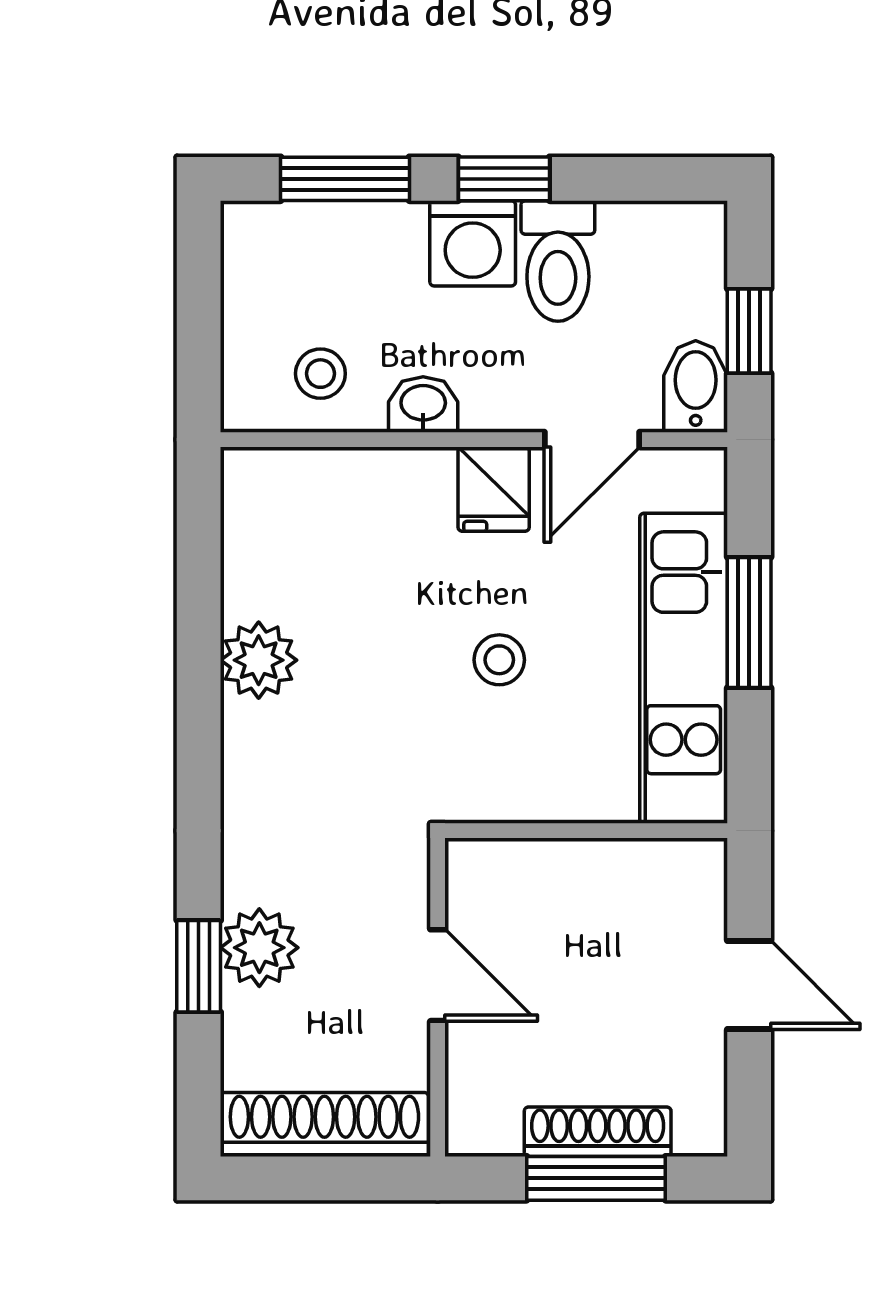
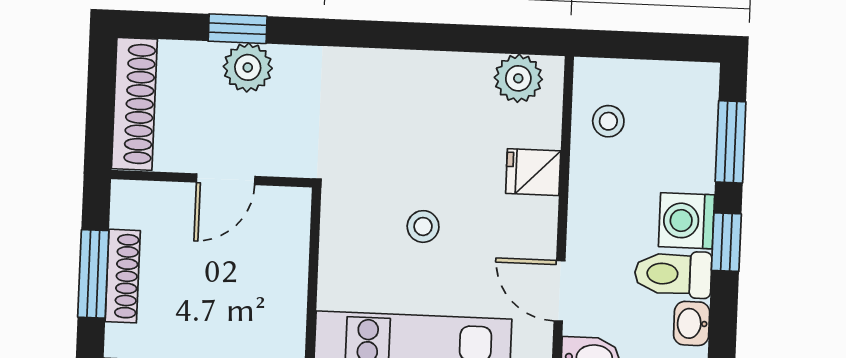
washbasin: (423, 404) -> (692, 323), moved, turned 180
fridge: (494, 489) -> (533, 172), moved
plant: (259, 660) -> (518, 78), moved

